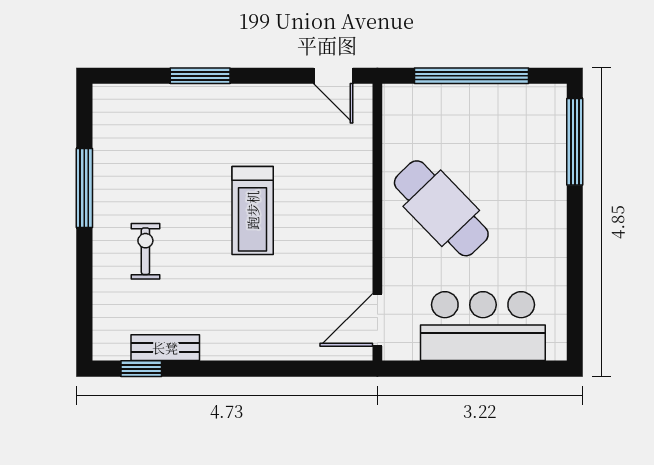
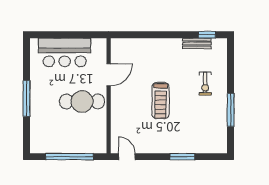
window: (575, 142) -> (26, 98), moved
cafe table: (441, 208) -> (82, 101), turned -46
treadmill: (253, 210) -> (161, 101), turned 180
door: (377, 320) -> (109, 75), moved

